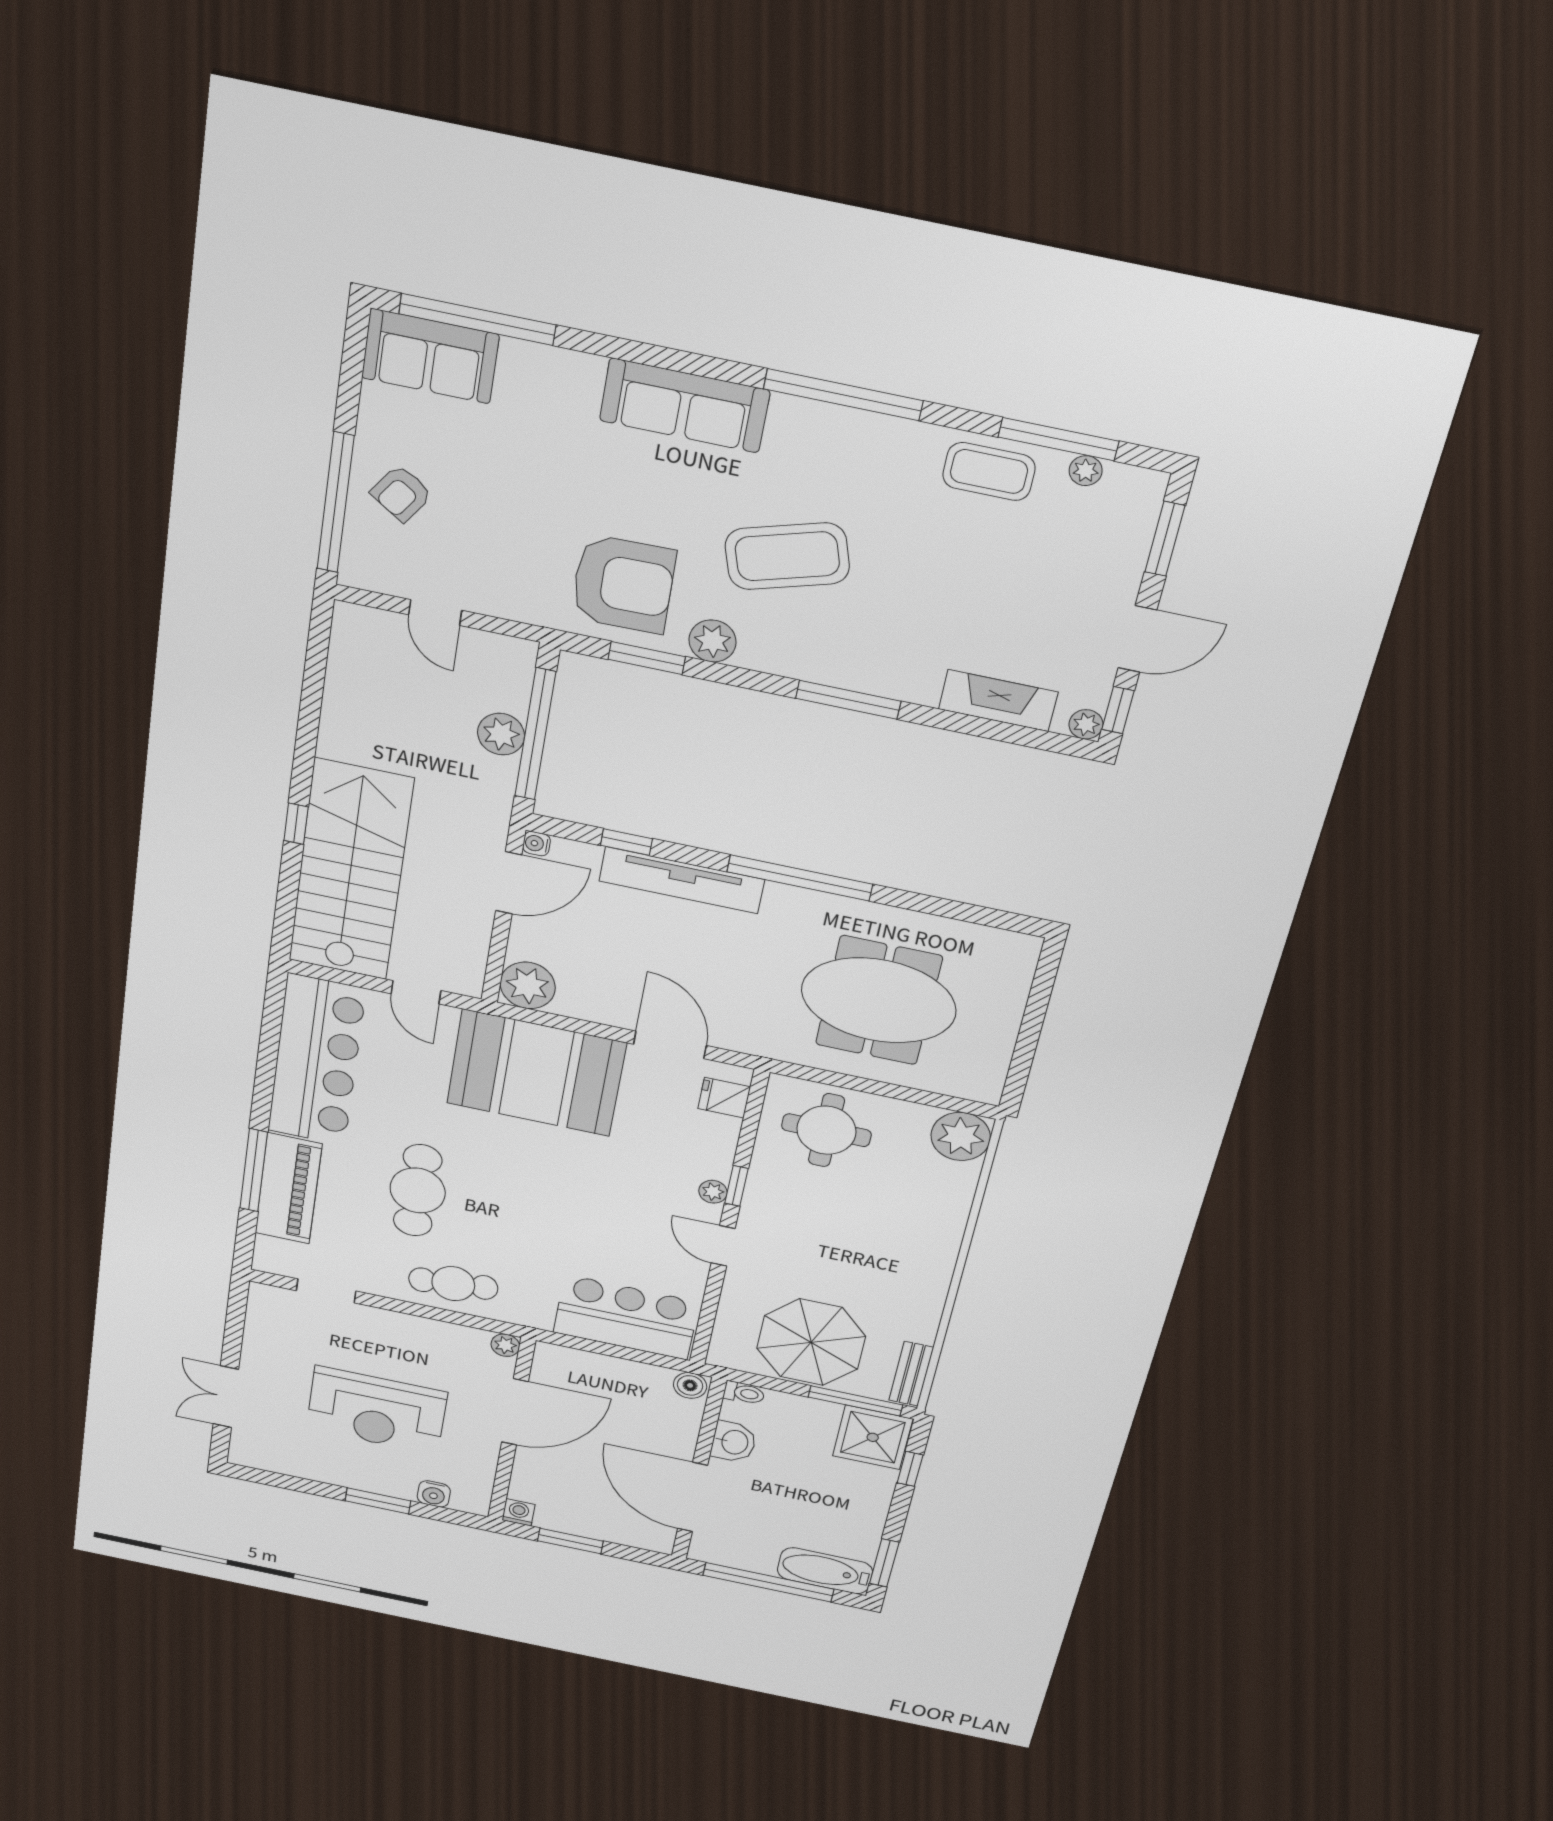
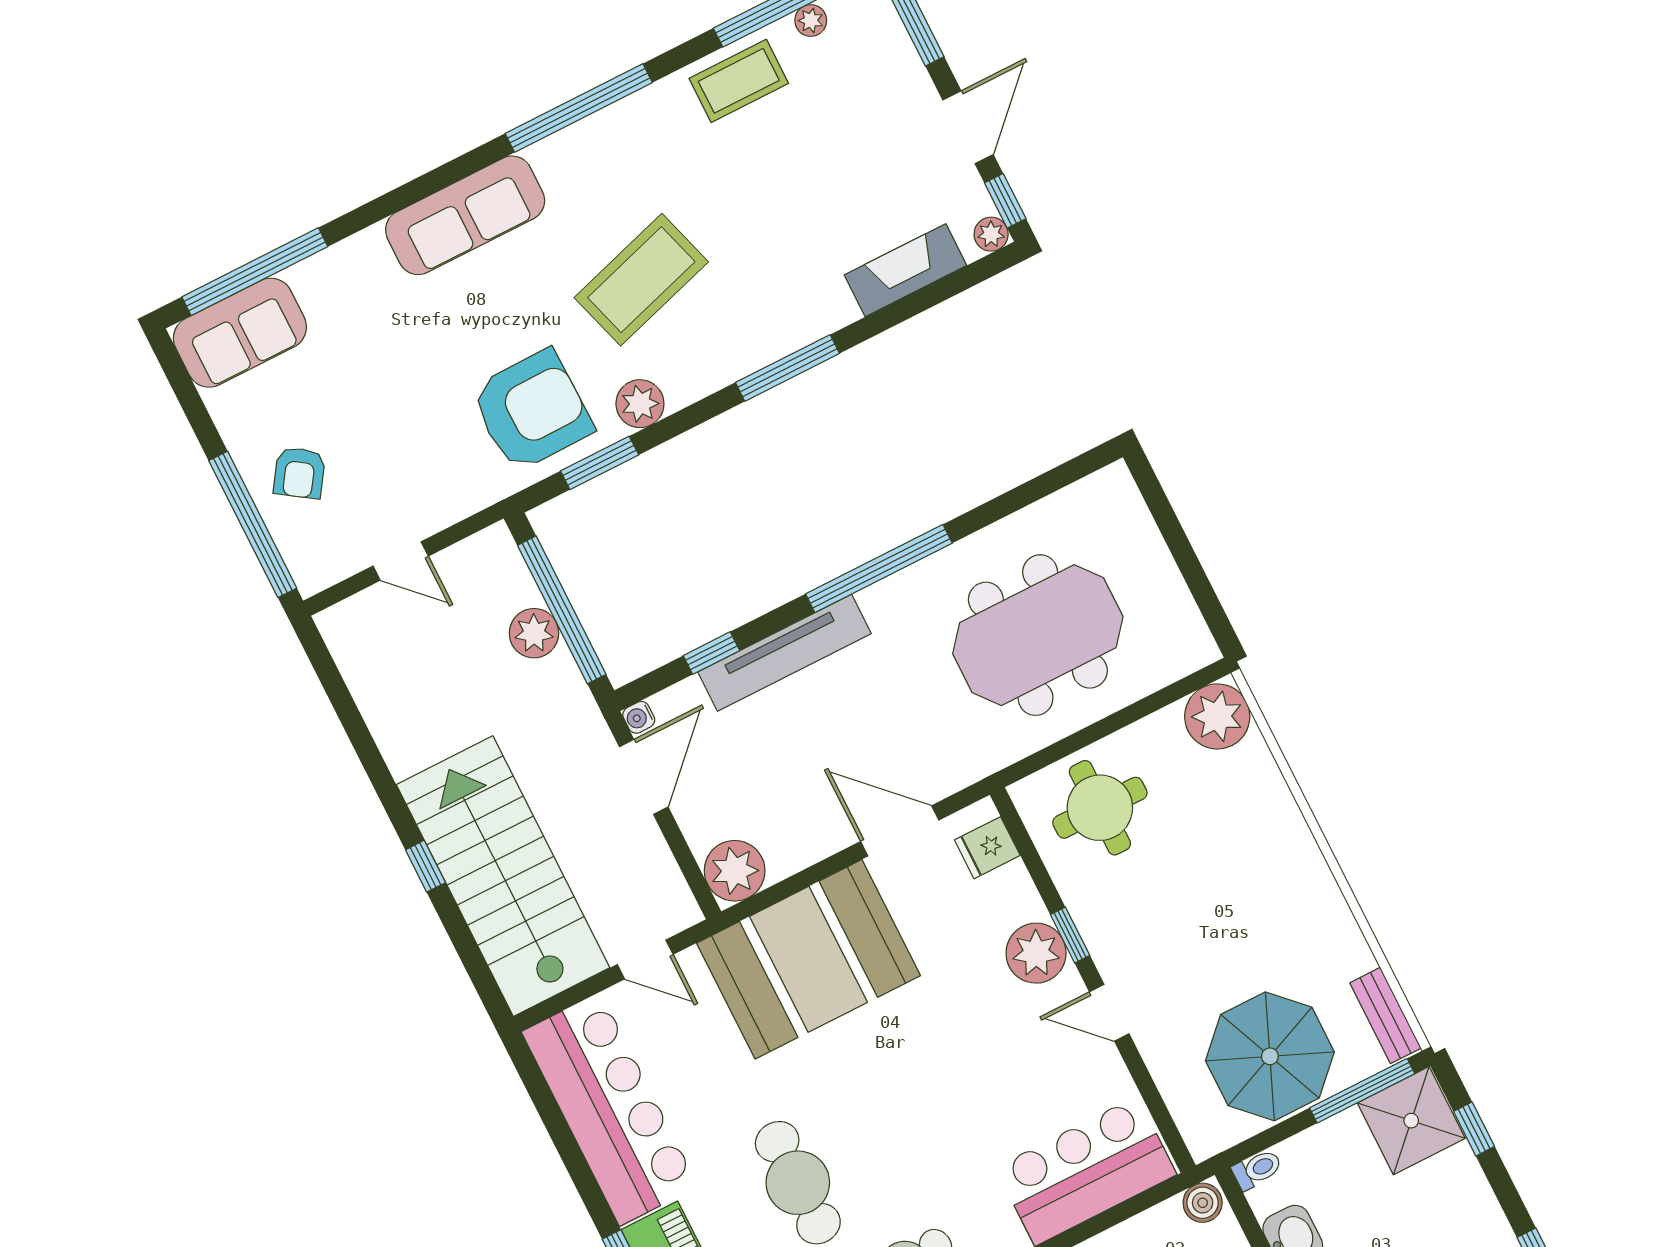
plant: (713, 1192) -> (1036, 953), width x1.87, depth x1.87

